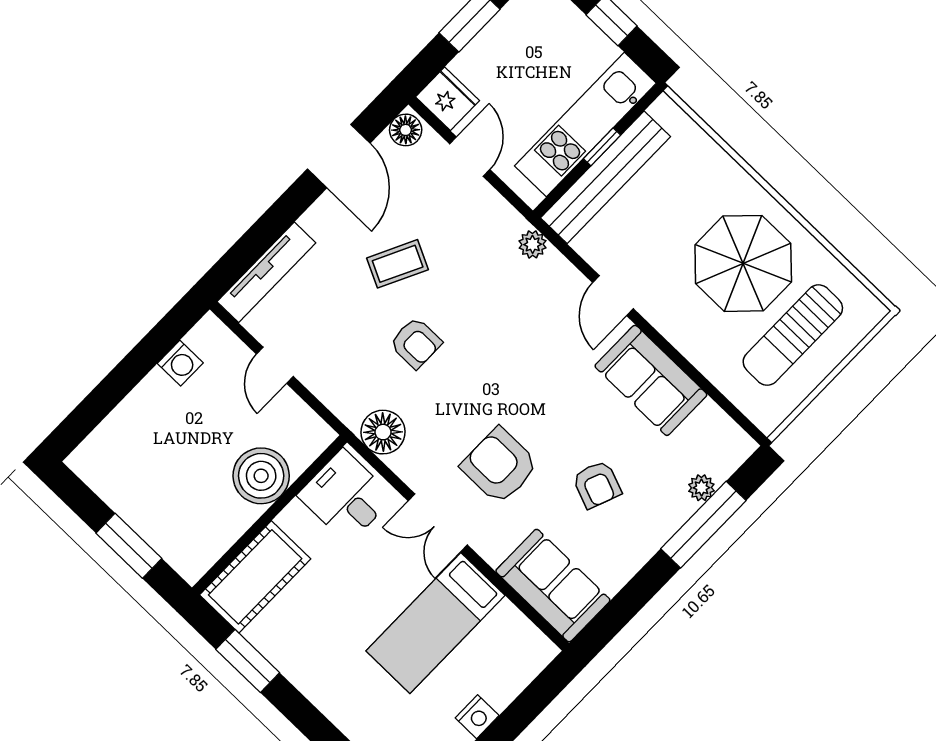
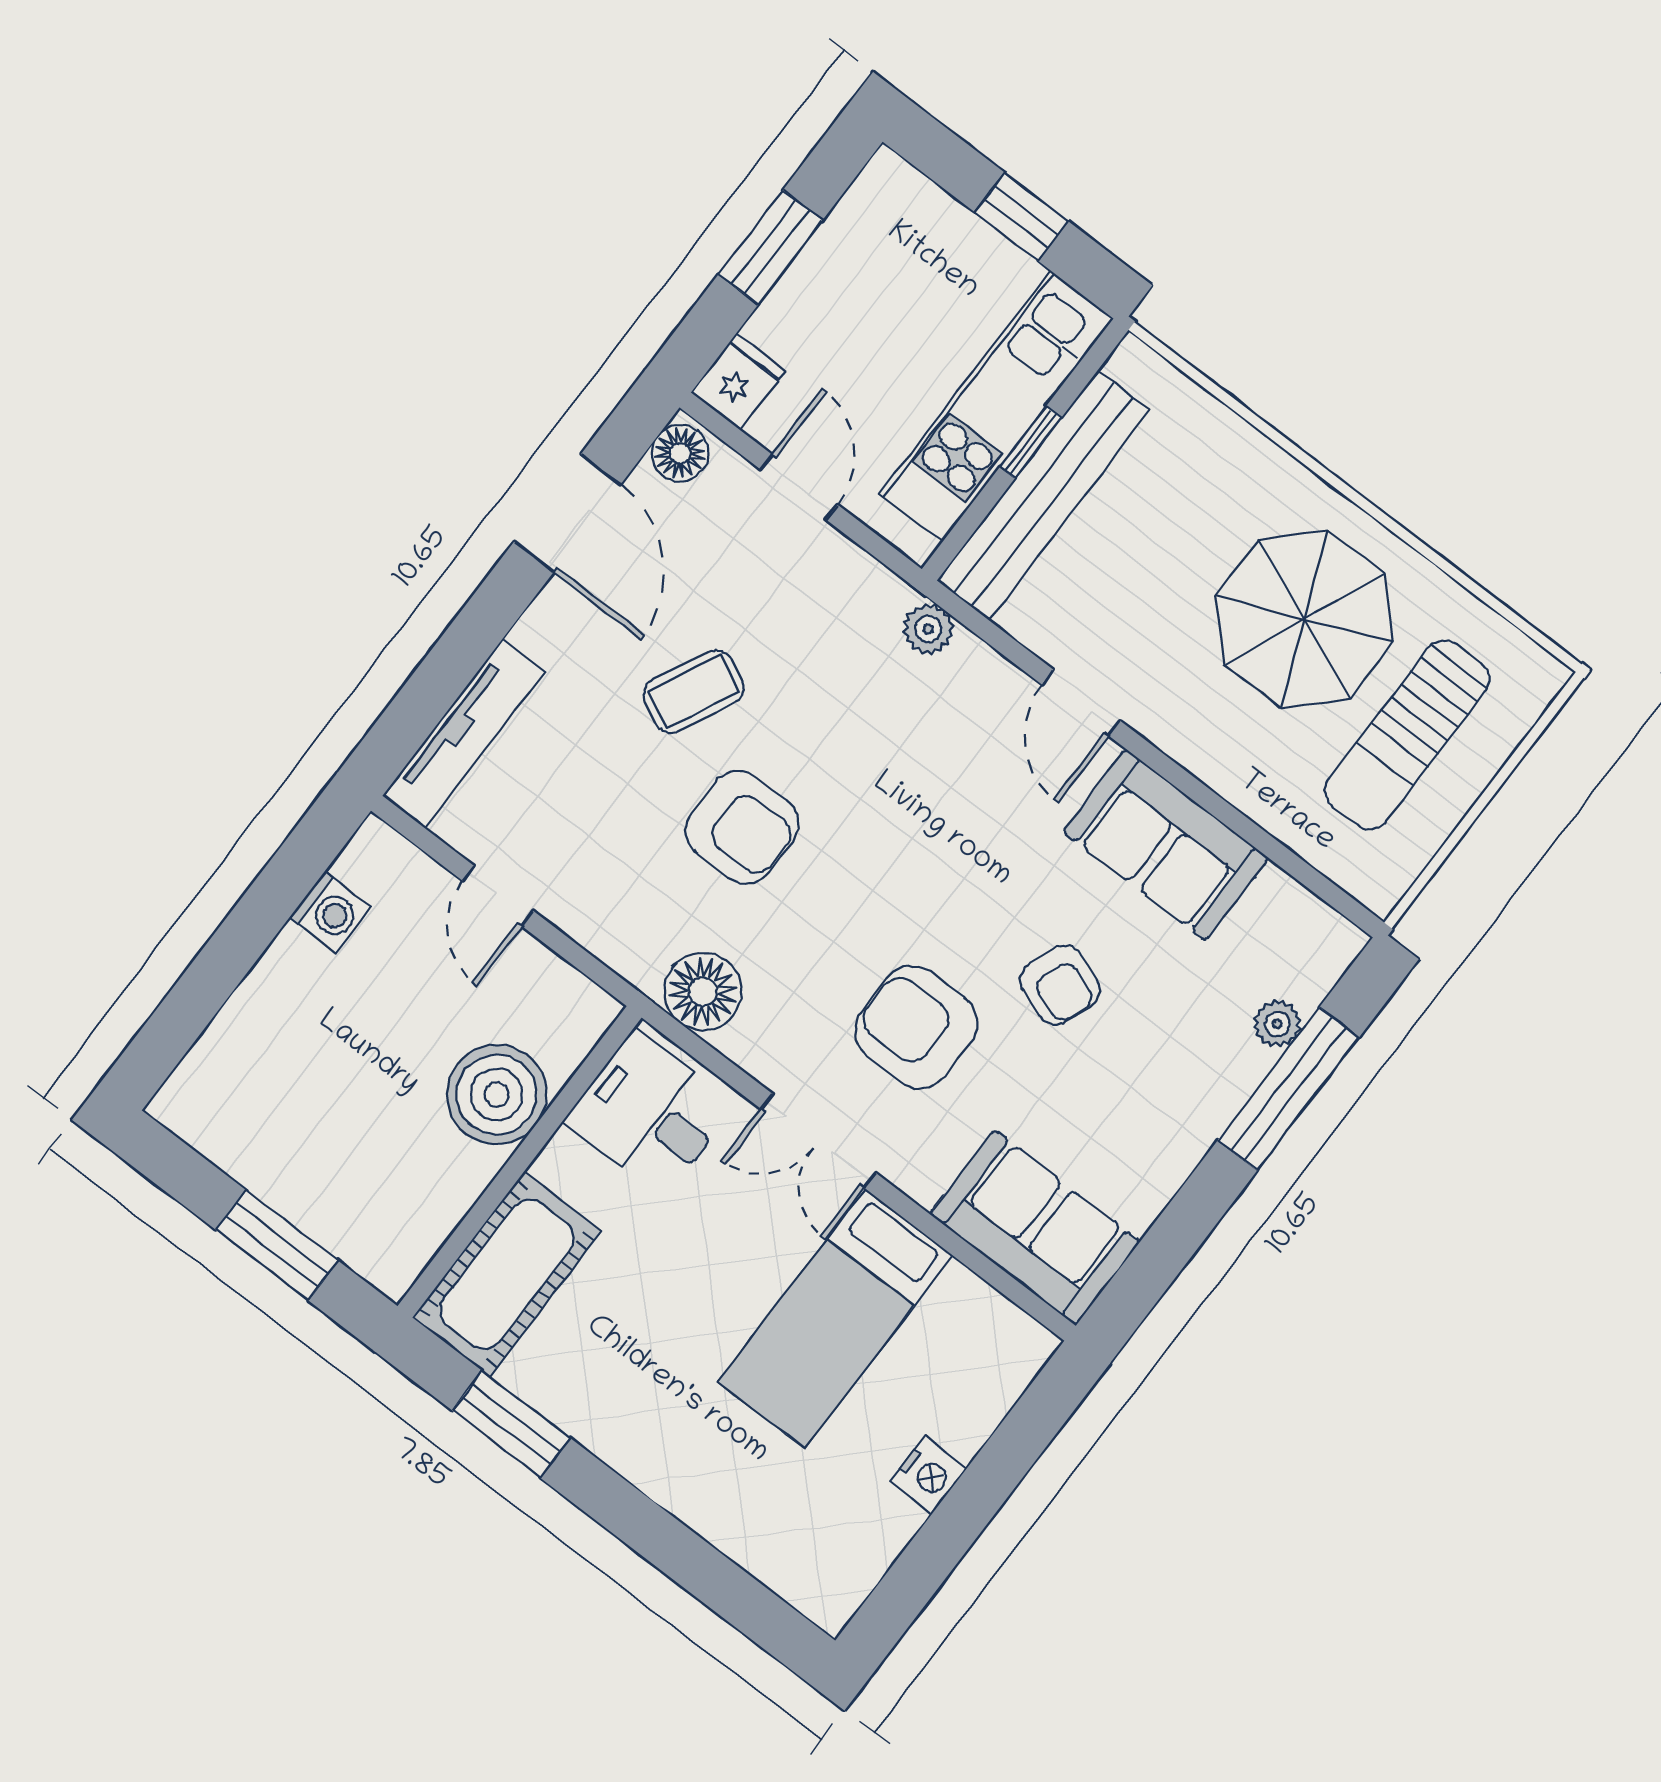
fridge: (448, 99) -> (738, 382), width x0.72
armchair: (416, 343) -> (742, 827), width x1.38, depth x1.38
armchair: (597, 485) -> (1060, 985), moved

